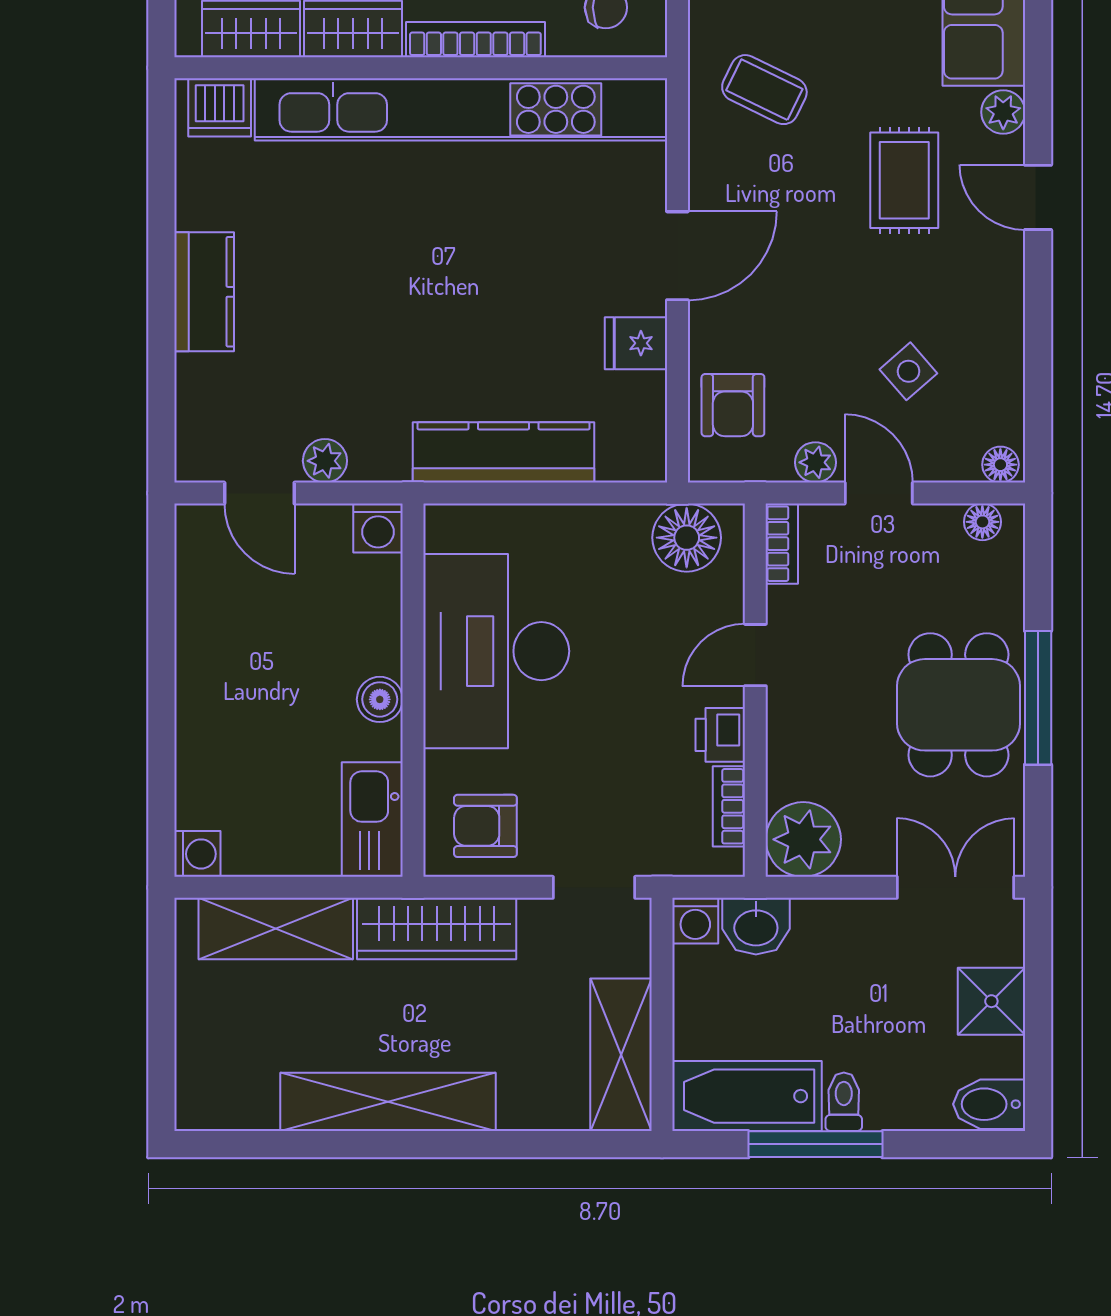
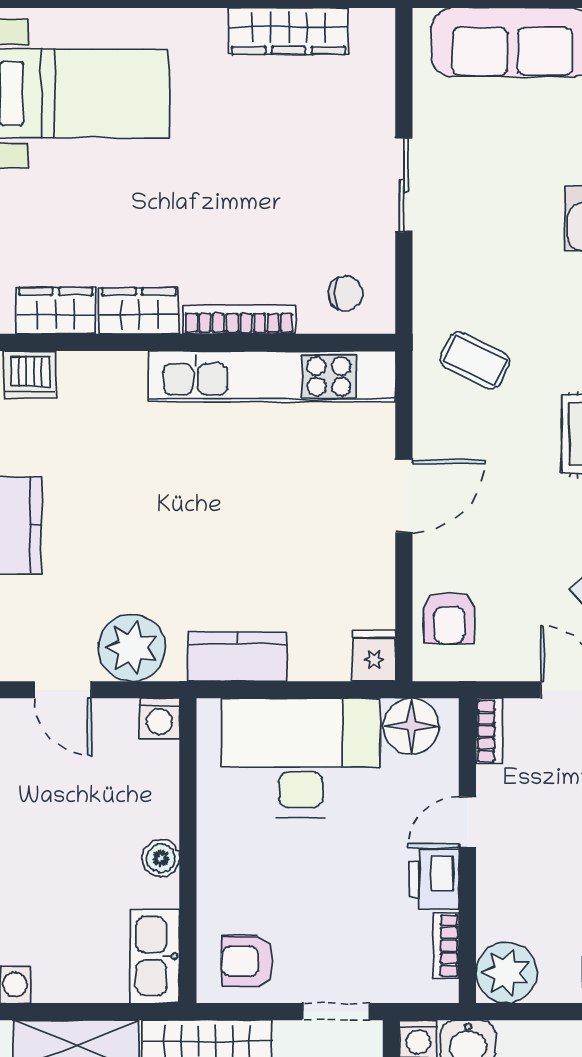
kitchen unit: (461, 109) -> (272, 376), width x0.73
fridge: (636, 343) -> (374, 656), moved, turned 90
kitchen counter: (504, 452) -> (237, 657), width x0.67
plant: (325, 461) -> (132, 648), width x1.88, depth x1.88
plant: (815, 462) -> (517, 665), removed
desk: (496, 651) -> (301, 758), moved, turned 90
printer: (720, 735) -> (434, 879), width x1.36, depth x1.24

